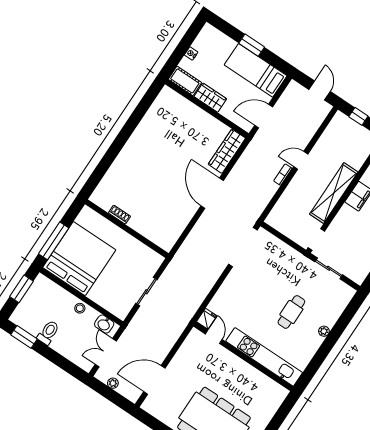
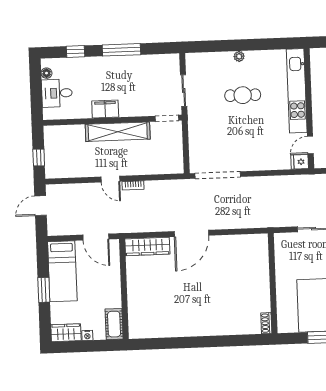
wardrobe: (210, 98) -> (66, 333), moved, turned 90
shoe rack: (120, 215) -> (266, 323), moved

